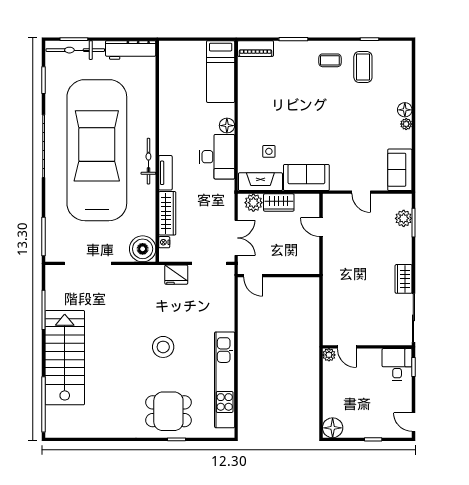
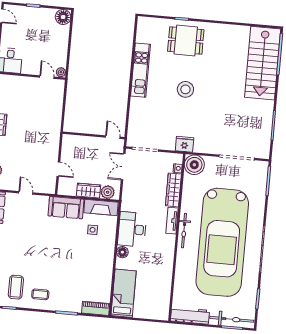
fridge: (176, 275) -> (185, 144), moved
stairs: (65, 358) -> (263, 63), moved
kitchen unit: (225, 380) -> (140, 70), width x0.73

